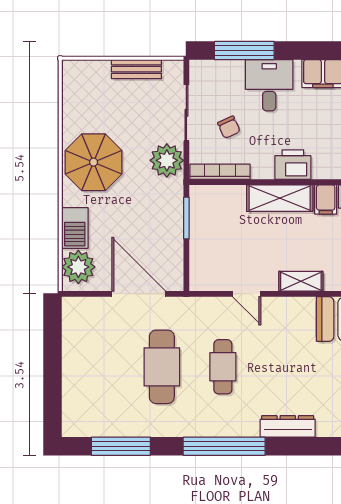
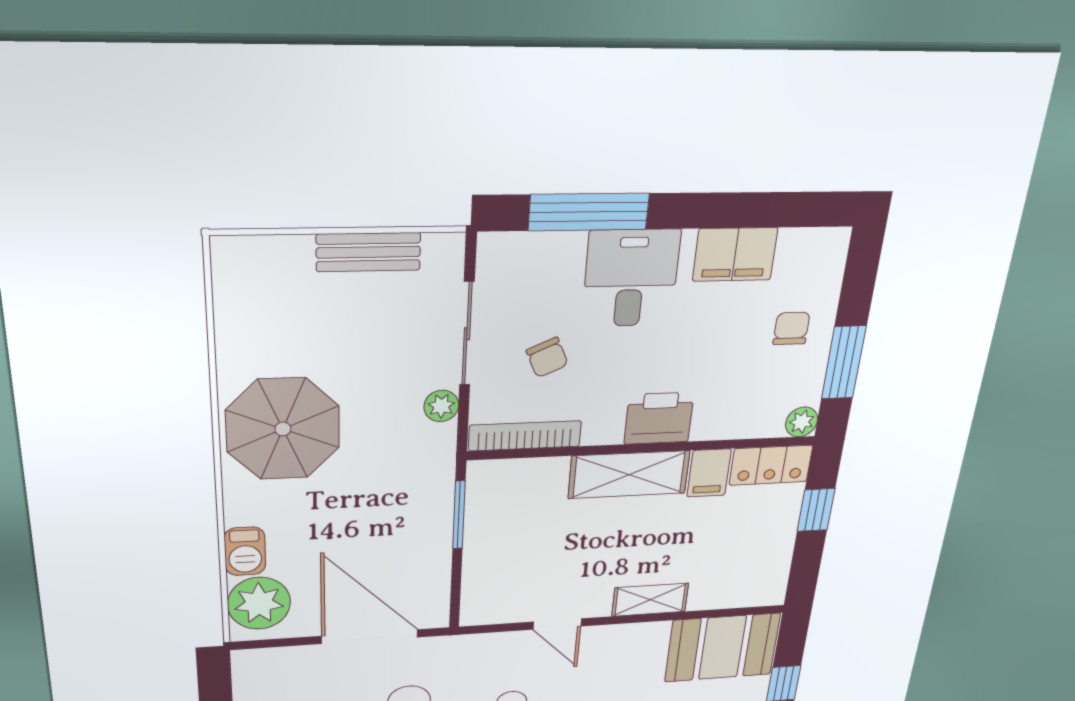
plant: (167, 160) -> (441, 406), width x0.53, depth x0.53
barbecue: (75, 228) -> (245, 551), width x0.73, depth x0.79

